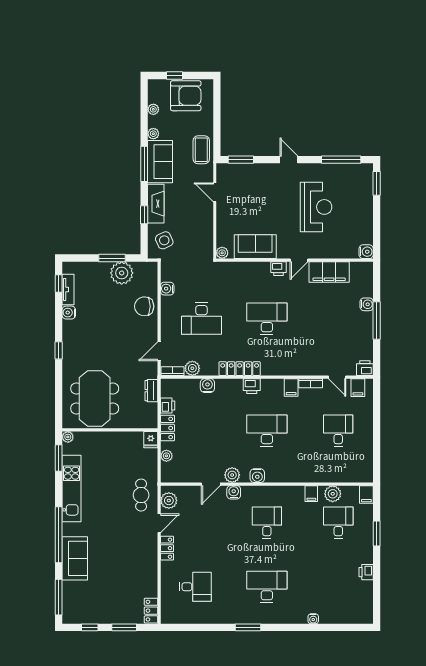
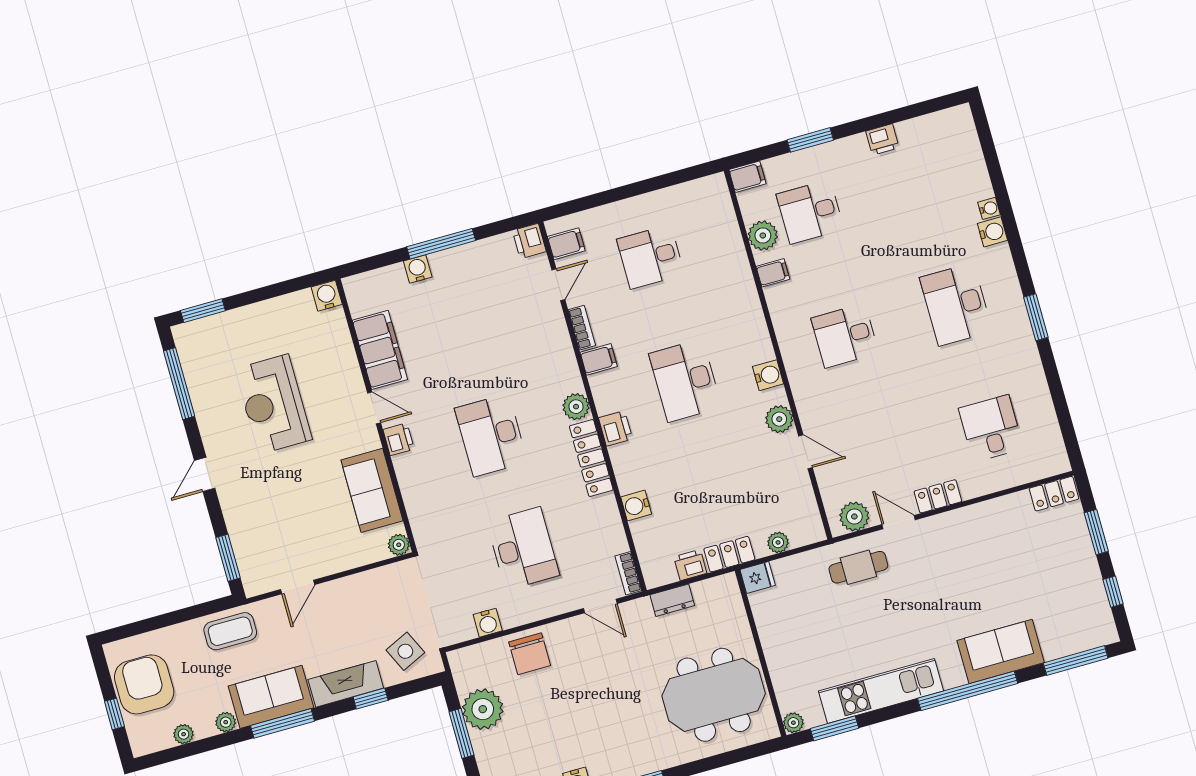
reception desk: (316, 207) -> (273, 404), turned -90
plant: (192, 368) -> (576, 407), moved
water cooler: (234, 492) -> (992, 232), moved, turned 180

